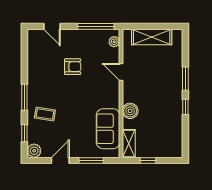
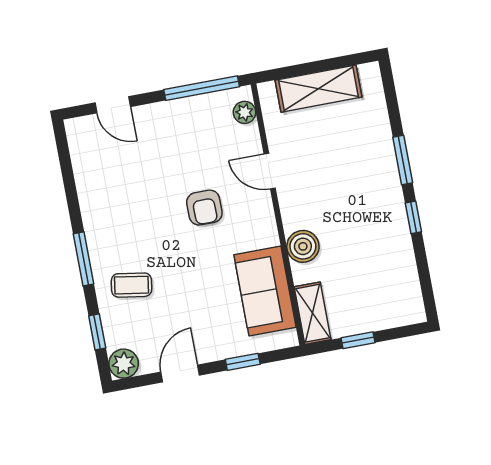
armchair: (73, 67) -> (204, 208), moved, turned 90
window: (91, 161) -> (243, 362), width x0.67

